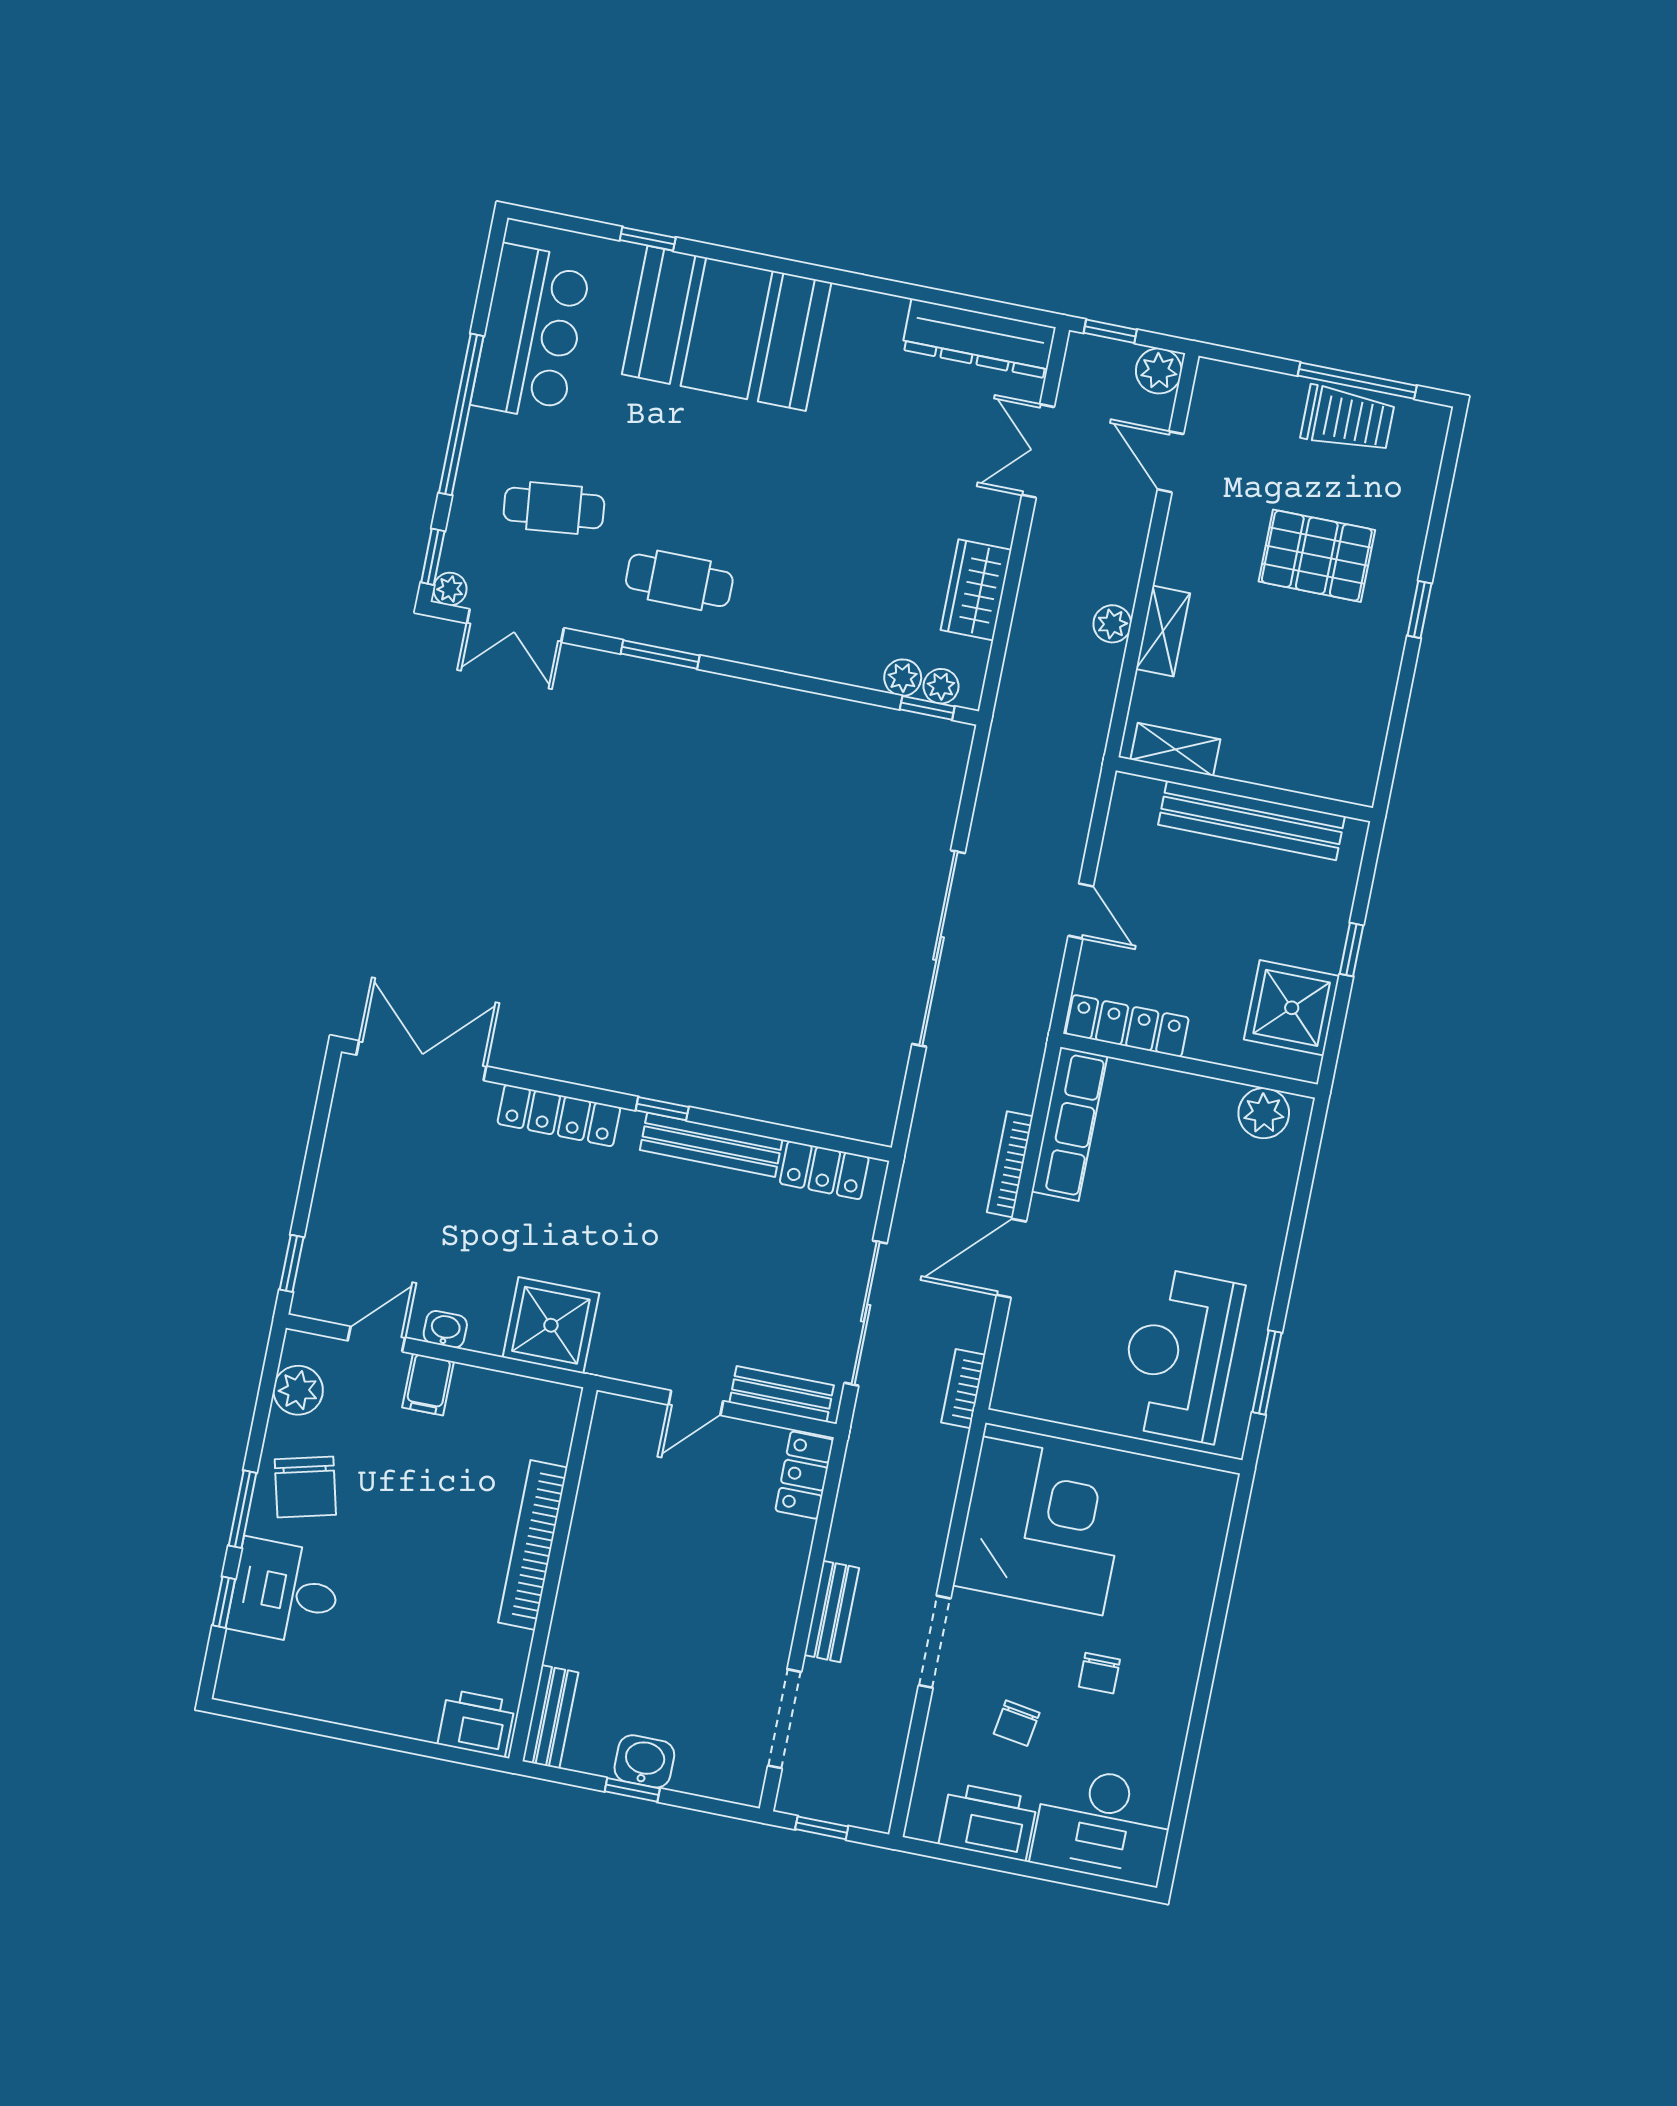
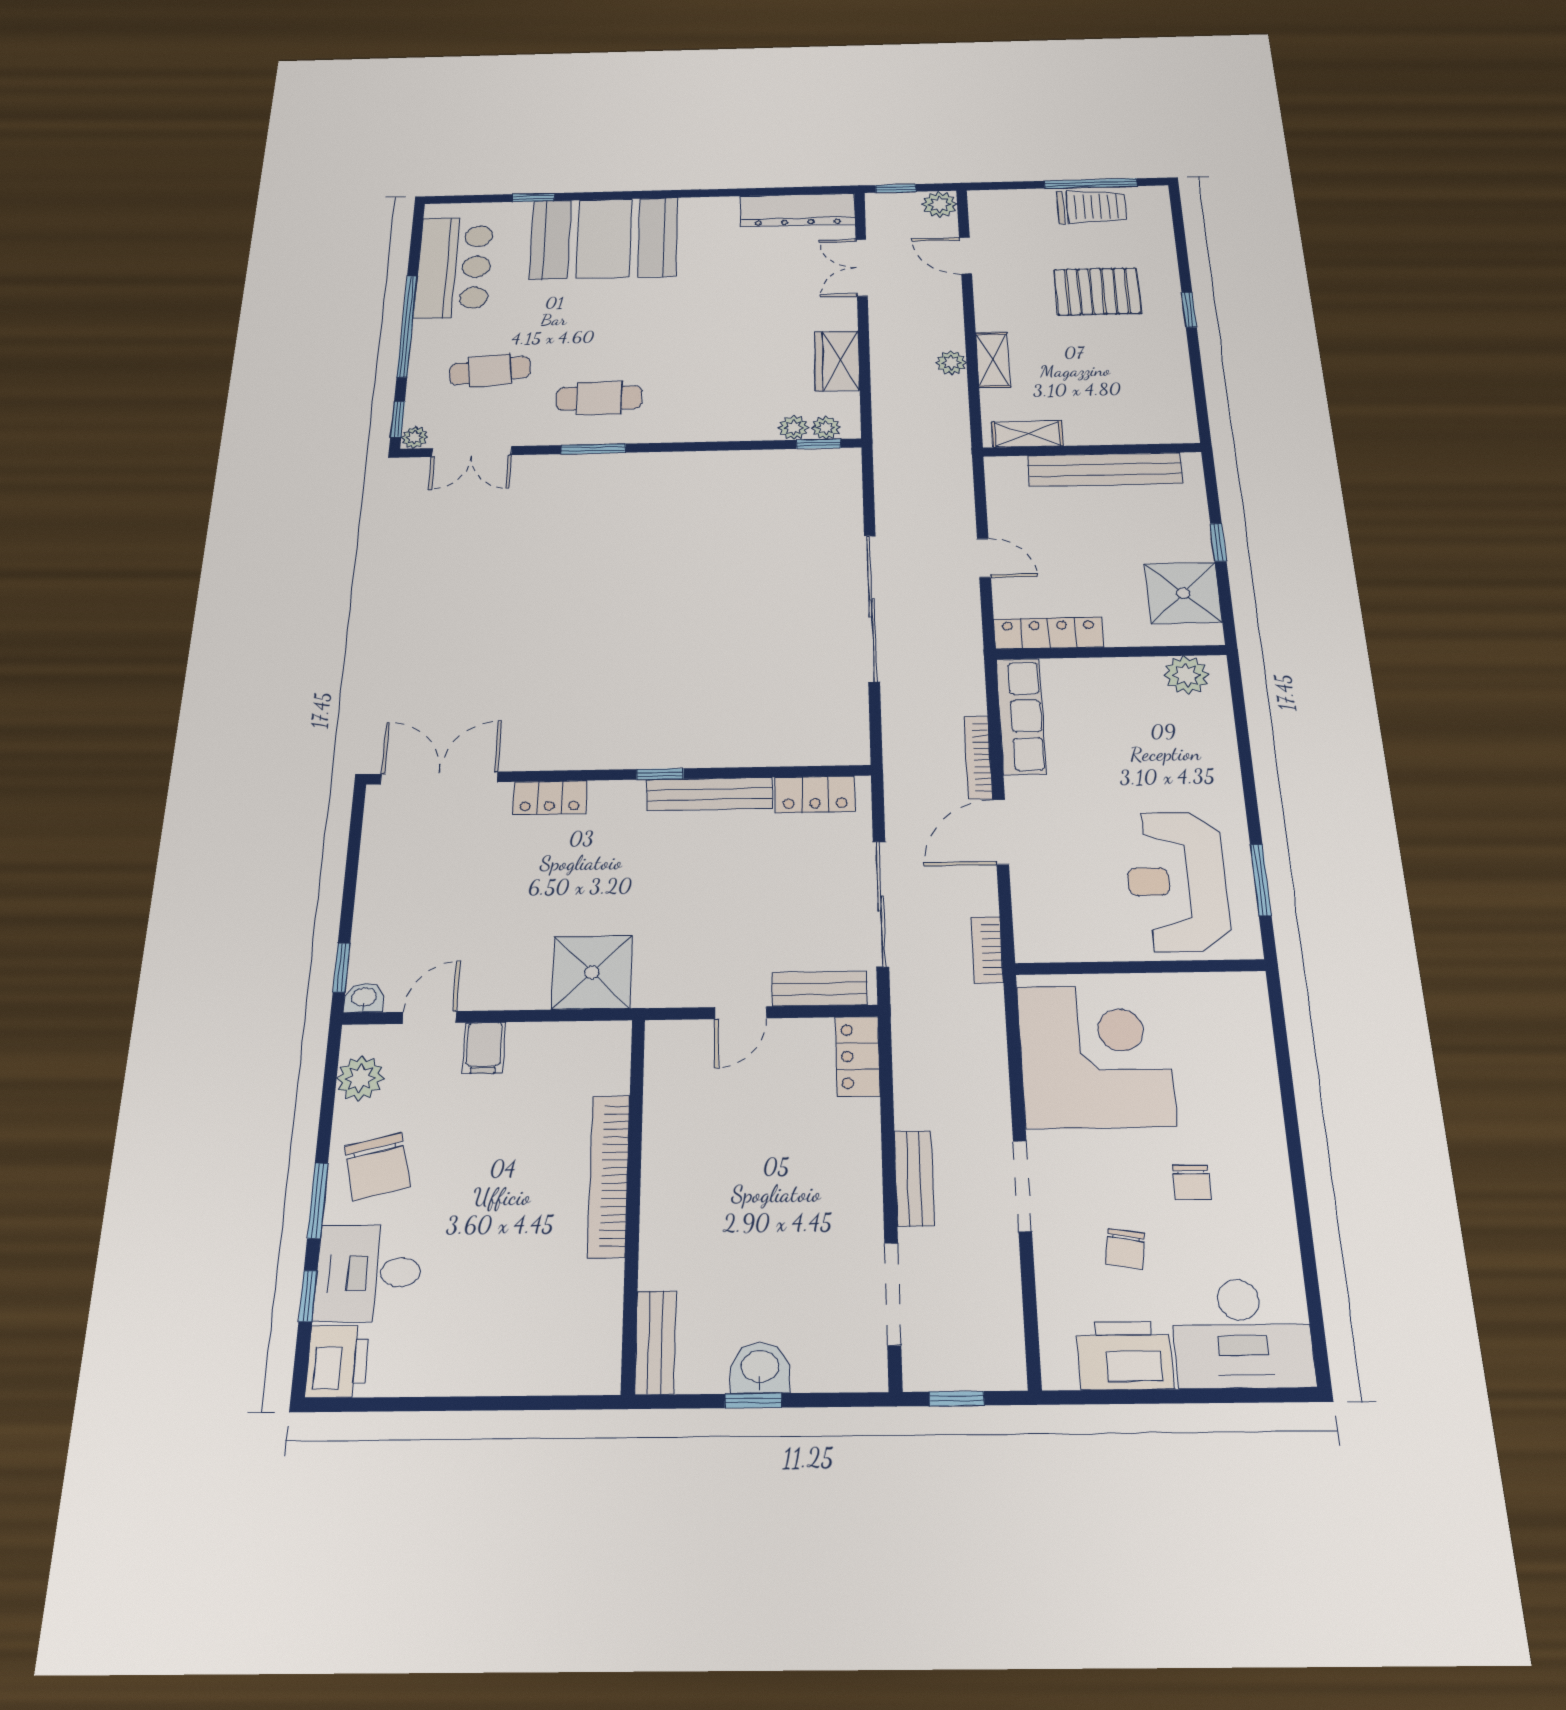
locker: (559, 1115) -> (550, 798), width x0.66
washbasin: (445, 1329) -> (364, 998), moved
printer: (476, 1723) -> (337, 1361), moved, turned 90

